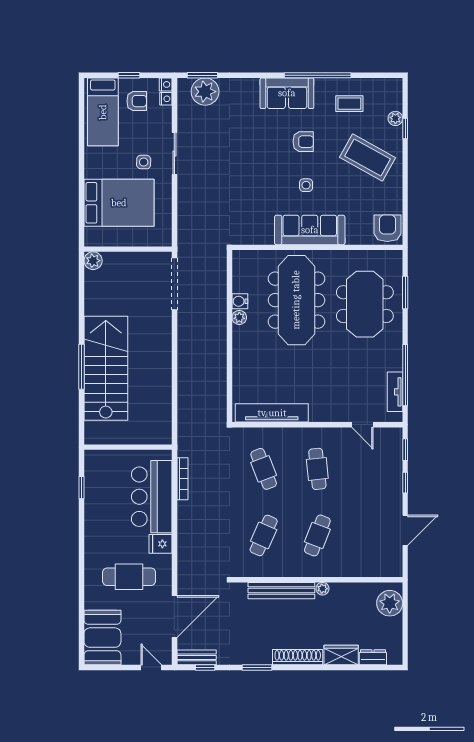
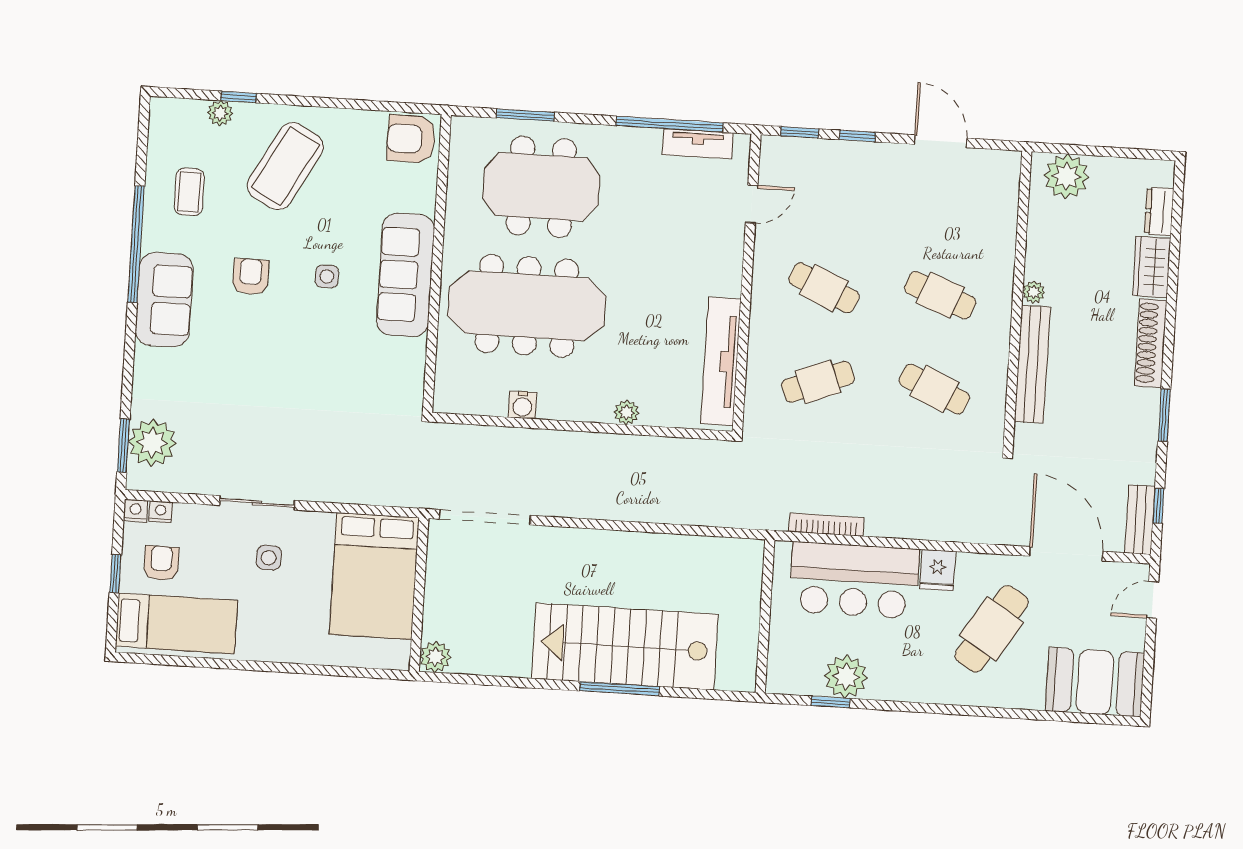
bed: (119, 203) -> (374, 576), moved, turned 180
plant: (239, 317) -> (627, 412), moved
cafe table: (317, 469) -> (824, 288), turned 30
plant: (96, 495) -> (846, 677), added
cafe table: (129, 577) -> (992, 629), turned 32

